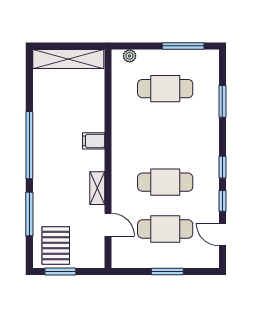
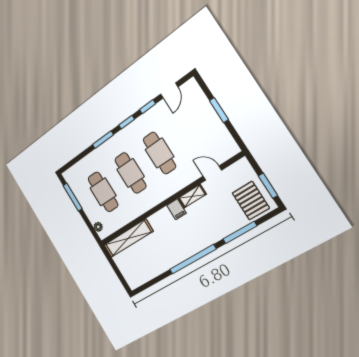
shelving: (68, 59) -> (128, 238), moved, turned 90
window: (222, 101) -> (103, 140), moved
filing cabinet: (94, 141) -> (177, 209), moved
door: (108, 225) -> (212, 173), hinge flipped
cafe table: (165, 229) -> (130, 173), moved
pallet: (56, 246) -> (251, 201), turned 90

